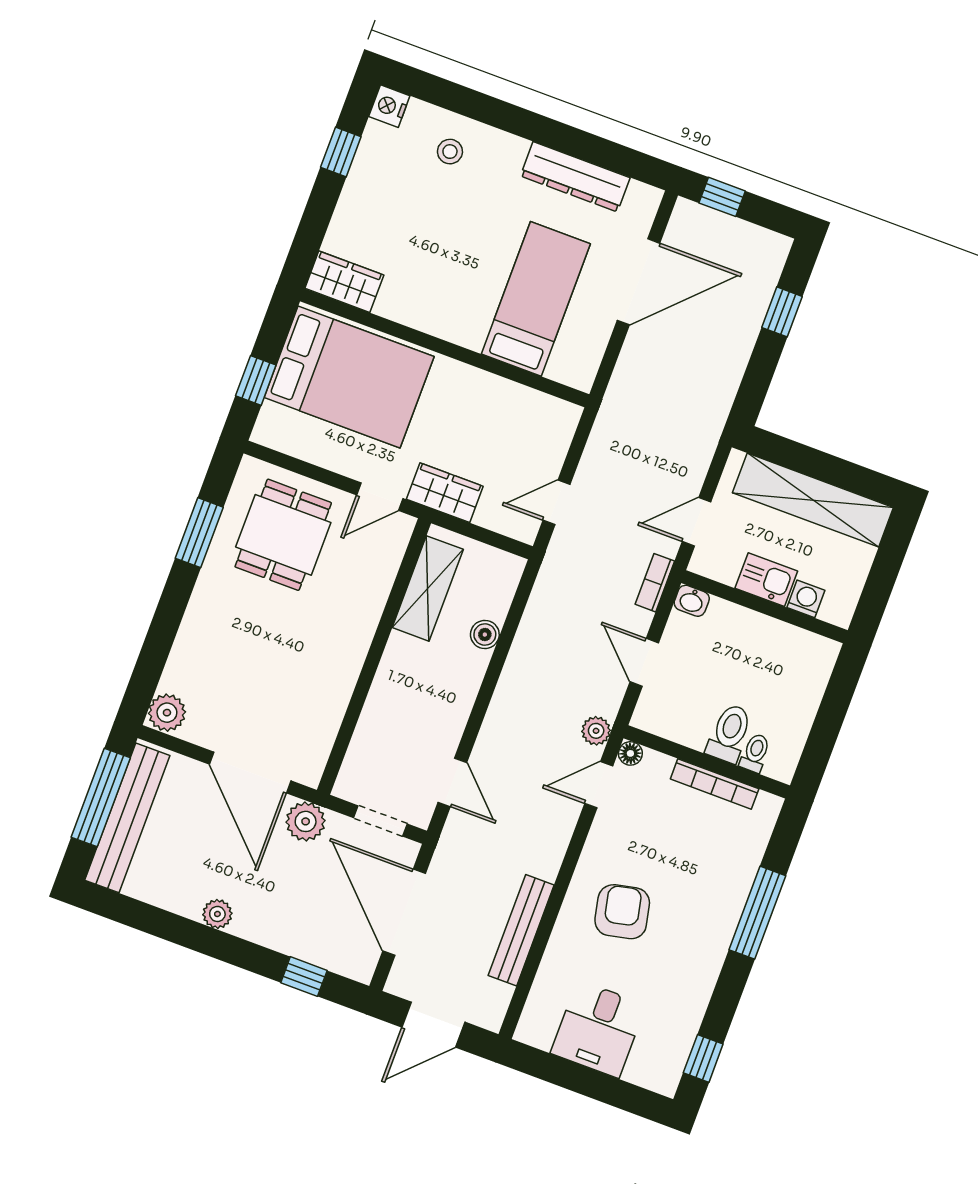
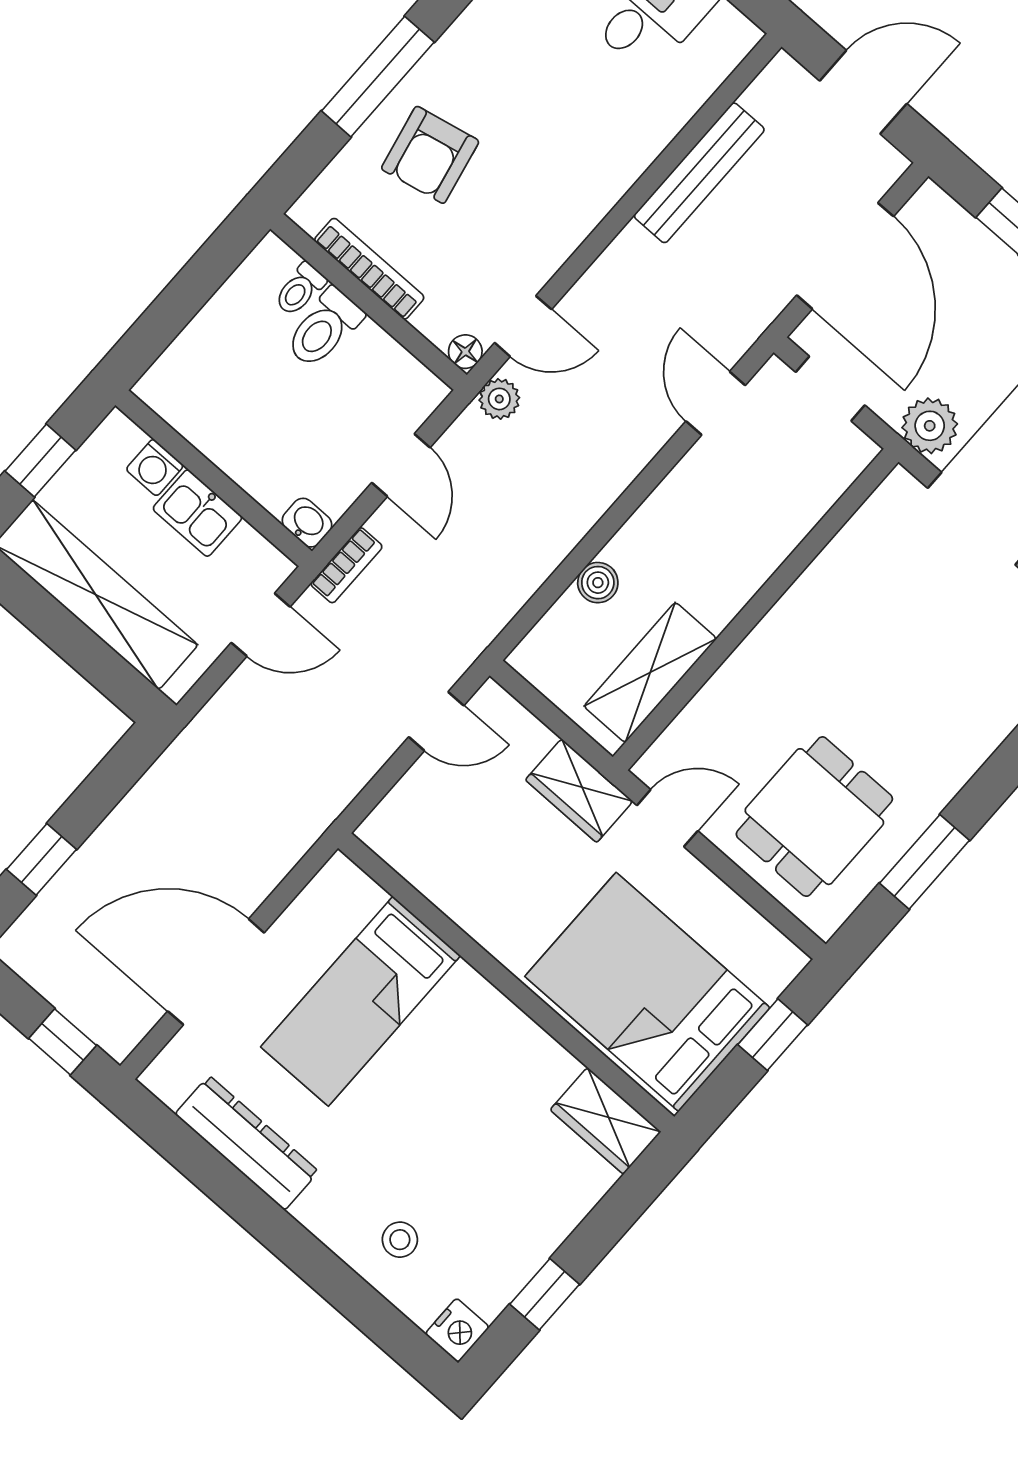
window: (883, 575) -> (40, 461), added
armchair: (622, 912) -> (430, 155), moved

